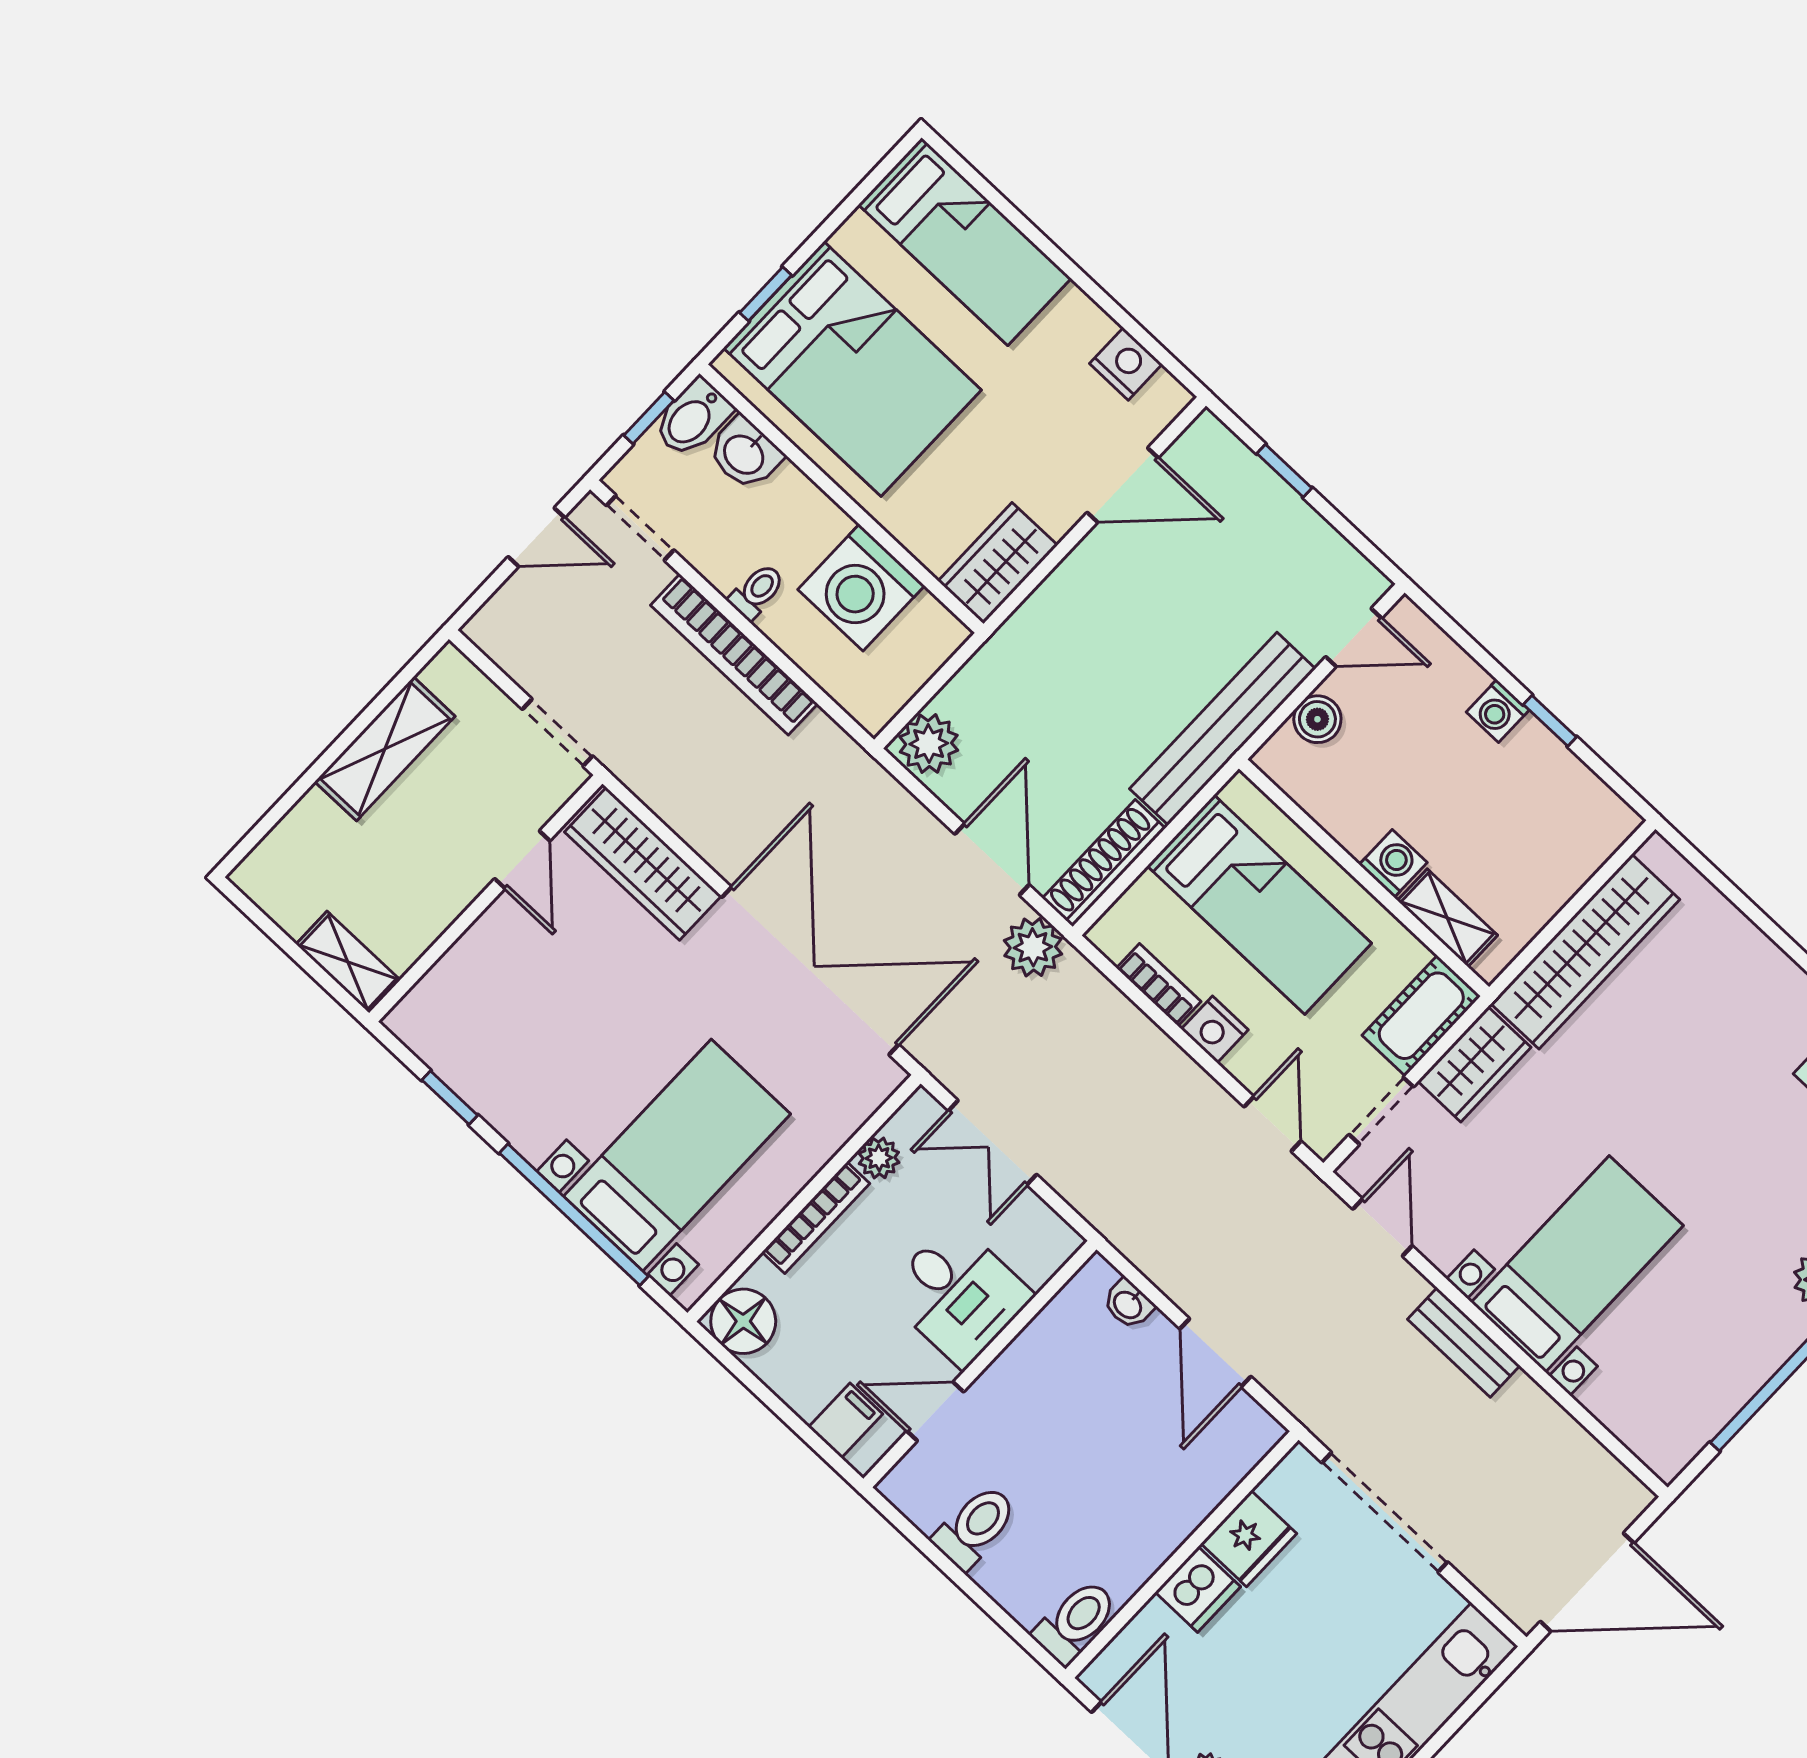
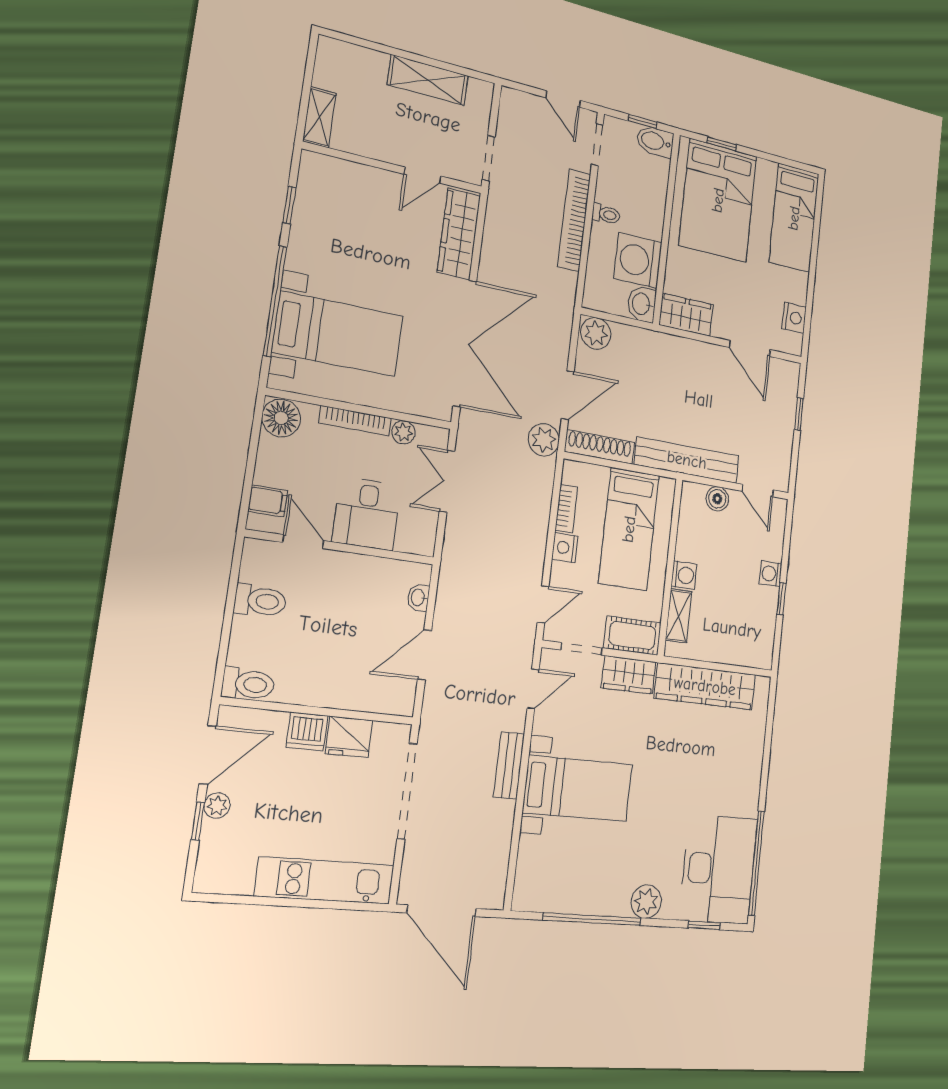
washbasin: (745, 454) -> (642, 304), moved

